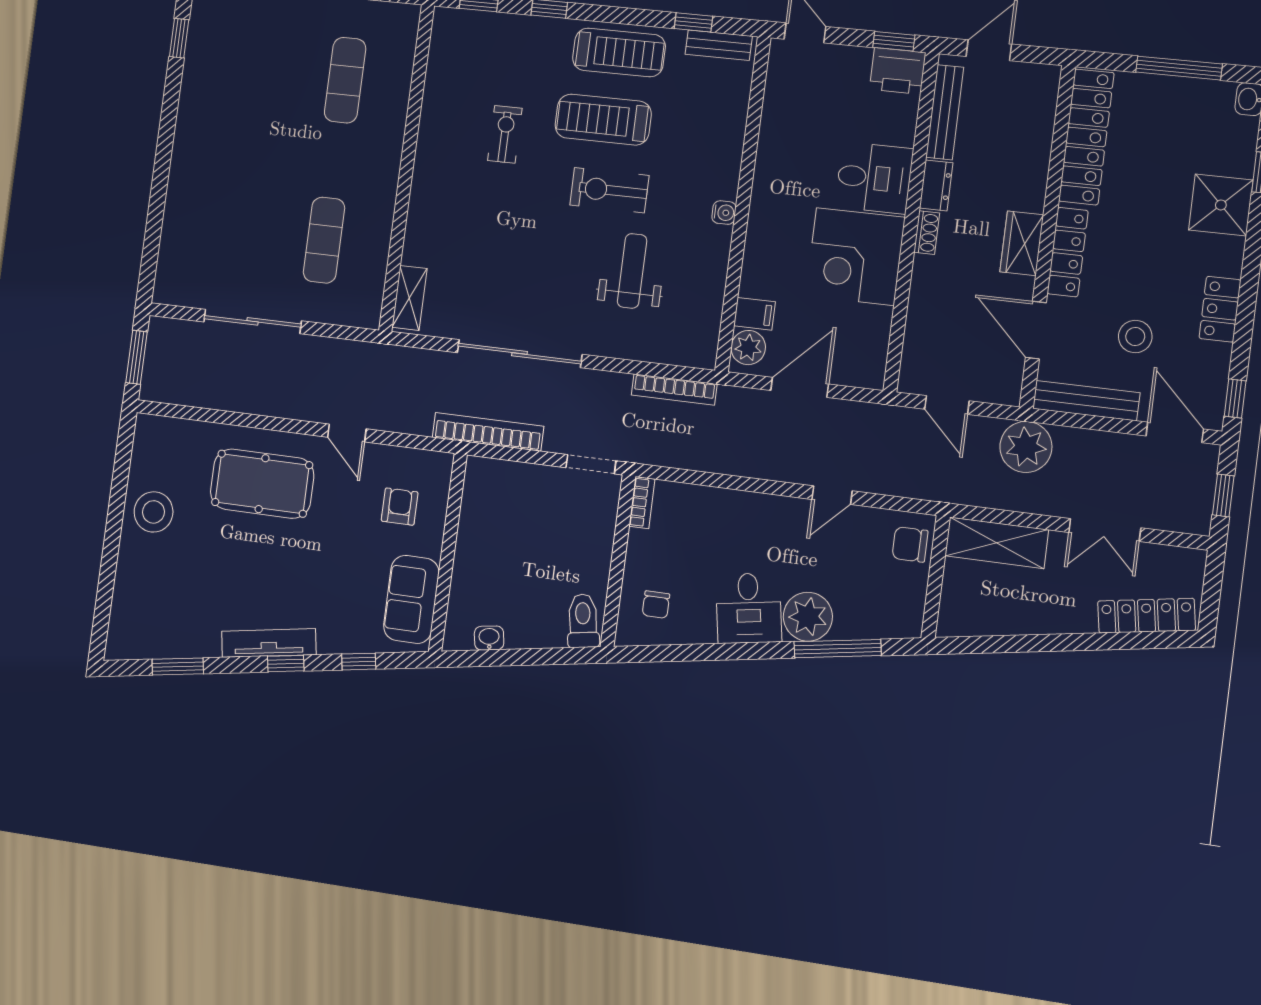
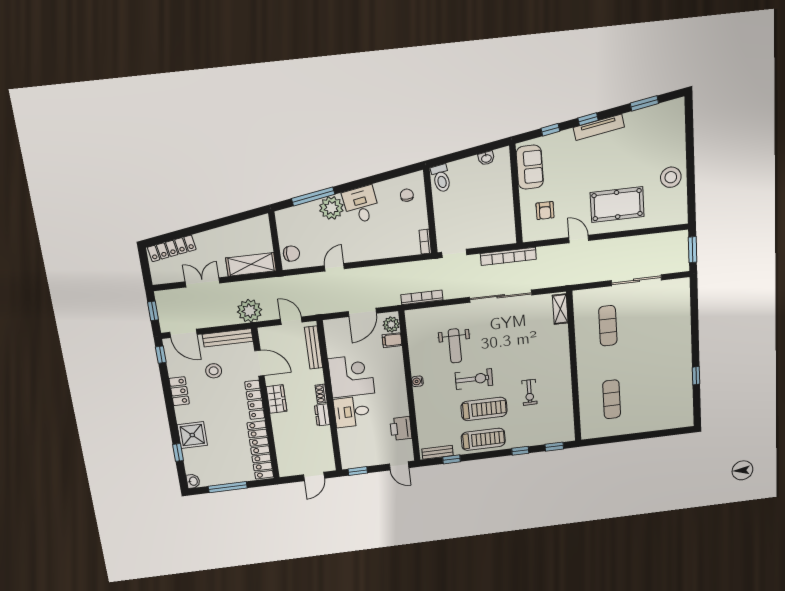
window: (179, 38) -> (696, 376), moved
treadmill: (619, 52) -> (483, 439), turned 180
printer: (898, 71) -> (401, 428), moved, turned -90
bench: (945, 112) -> (314, 347), moved

